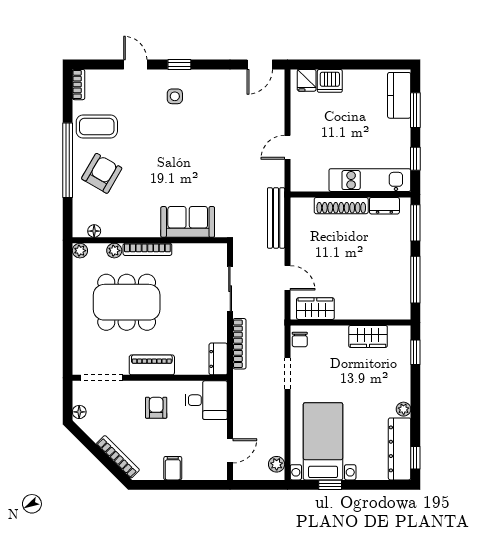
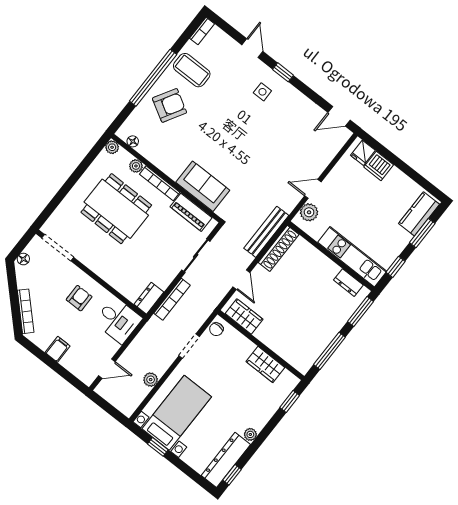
plant: (300, 171) -> (309, 212), added
shoe rack: (341, 206) -> (279, 248), moved, turned -90
piano: (152, 365) -> (191, 212), moved, turned 180
plant: (277, 464) -> (151, 380), moved

